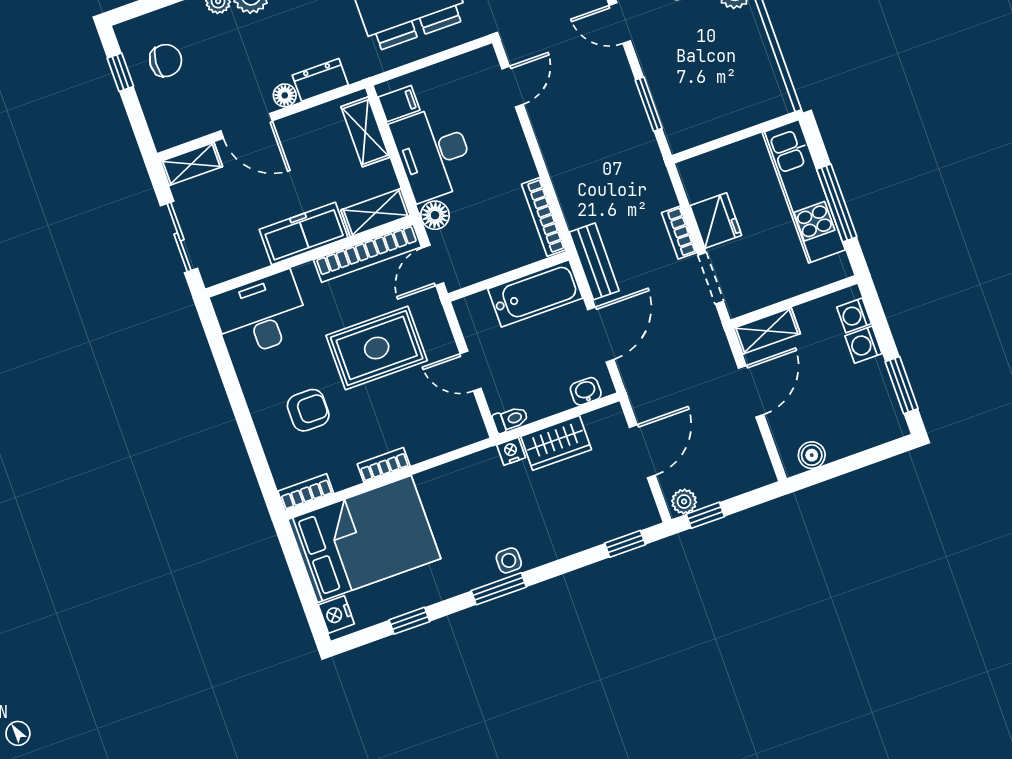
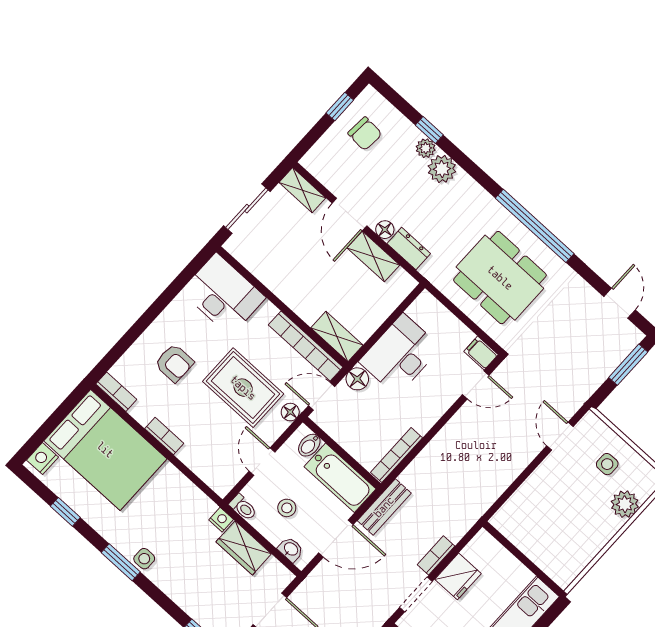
filing cabinet: (399, 104) -> (481, 353), moved, turned 180
window: (649, 104) -> (514, 486), removed
shelving: (365, 132) -> (373, 256), moved, turned 90
freezer: (304, 234) -> (296, 294), removed
bidet: (480, 308) -> (309, 445), added
floor lamp: (432, 310) -> (290, 412), added
stool: (537, 371) -> (287, 508), added

